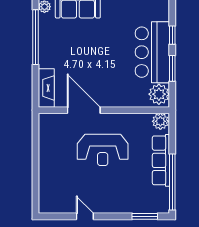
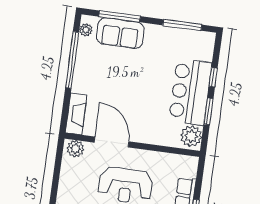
plant: (160, 121) -> (76, 149), moved

